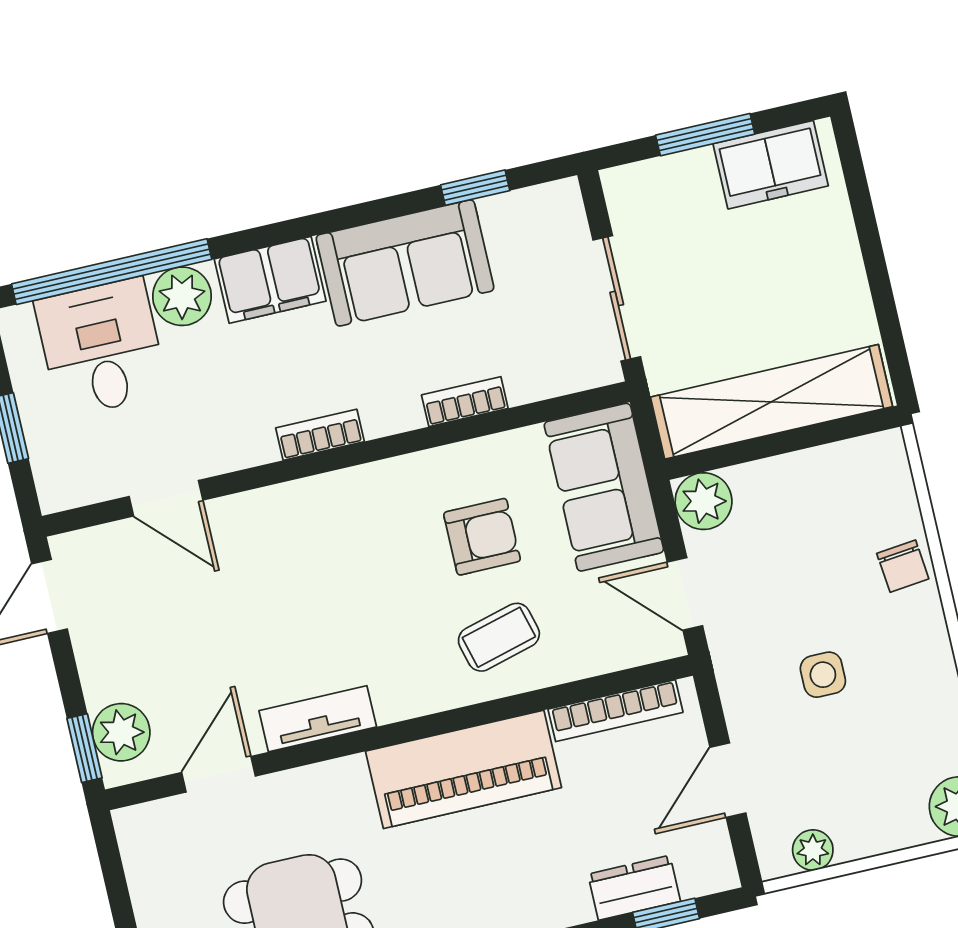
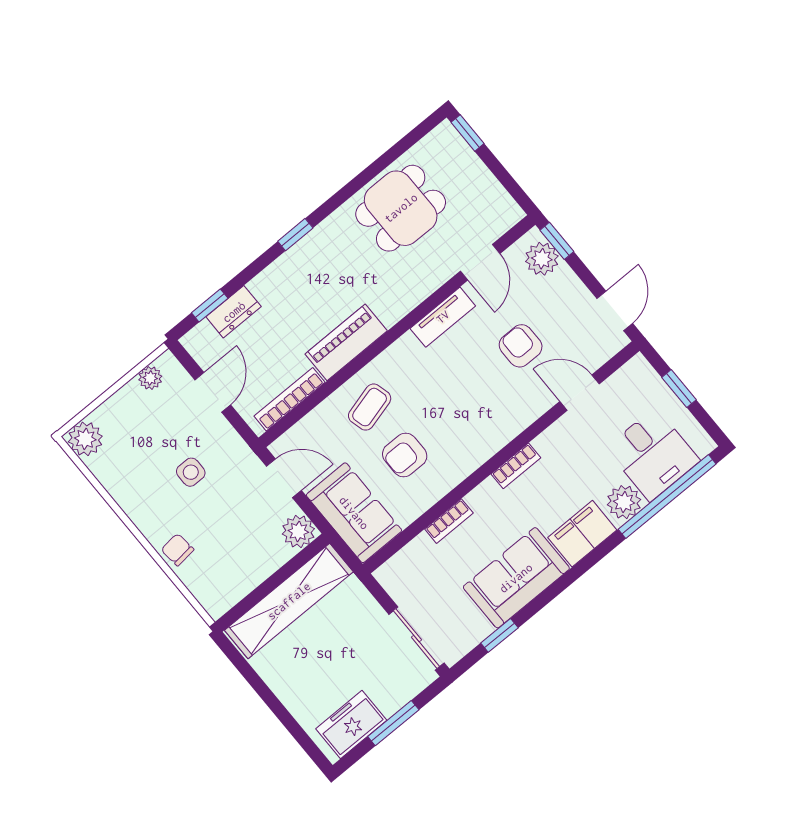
sliding door: (617, 298) -> (416, 639), moved
armchair: (221, 615) -> (521, 346), added
piano: (464, 769) -> (346, 342), width x0.73, depth x0.75

